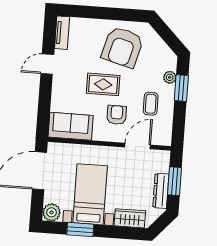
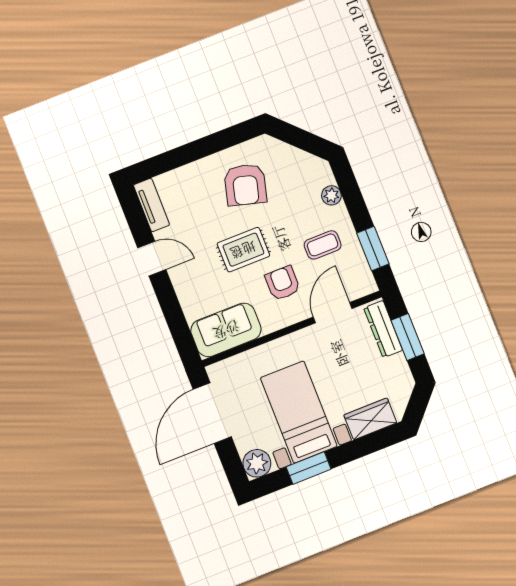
armchair: (122, 47) -> (245, 185), width x0.73, depth x0.73
door: (47, 64) -> (152, 259), swing flipped
window: (181, 88) -> (373, 249), moved
coffee table: (151, 104) -> (323, 245), turned 90
dresser: (161, 191) -> (383, 329), moved

